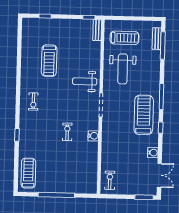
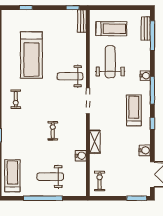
treadmill: (49, 61) -> (31, 55), width x1.37, depth x1.38
weight bench: (123, 69) -> (110, 62), turned 180
water cooler: (155, 83) -> (145, 76), added
treadmill: (144, 115) -> (134, 110), width x0.73, depth x0.73
water cooler: (93, 136) -> (81, 156), moved
shelving: (106, 143) -> (95, 142), added
weight bench: (64, 175) -> (50, 177), added

